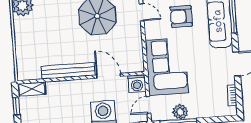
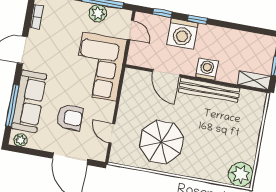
washing machine: (137, 84) -> (207, 69), moved
door: (148, 105) -> (131, 30), hinge flipped

